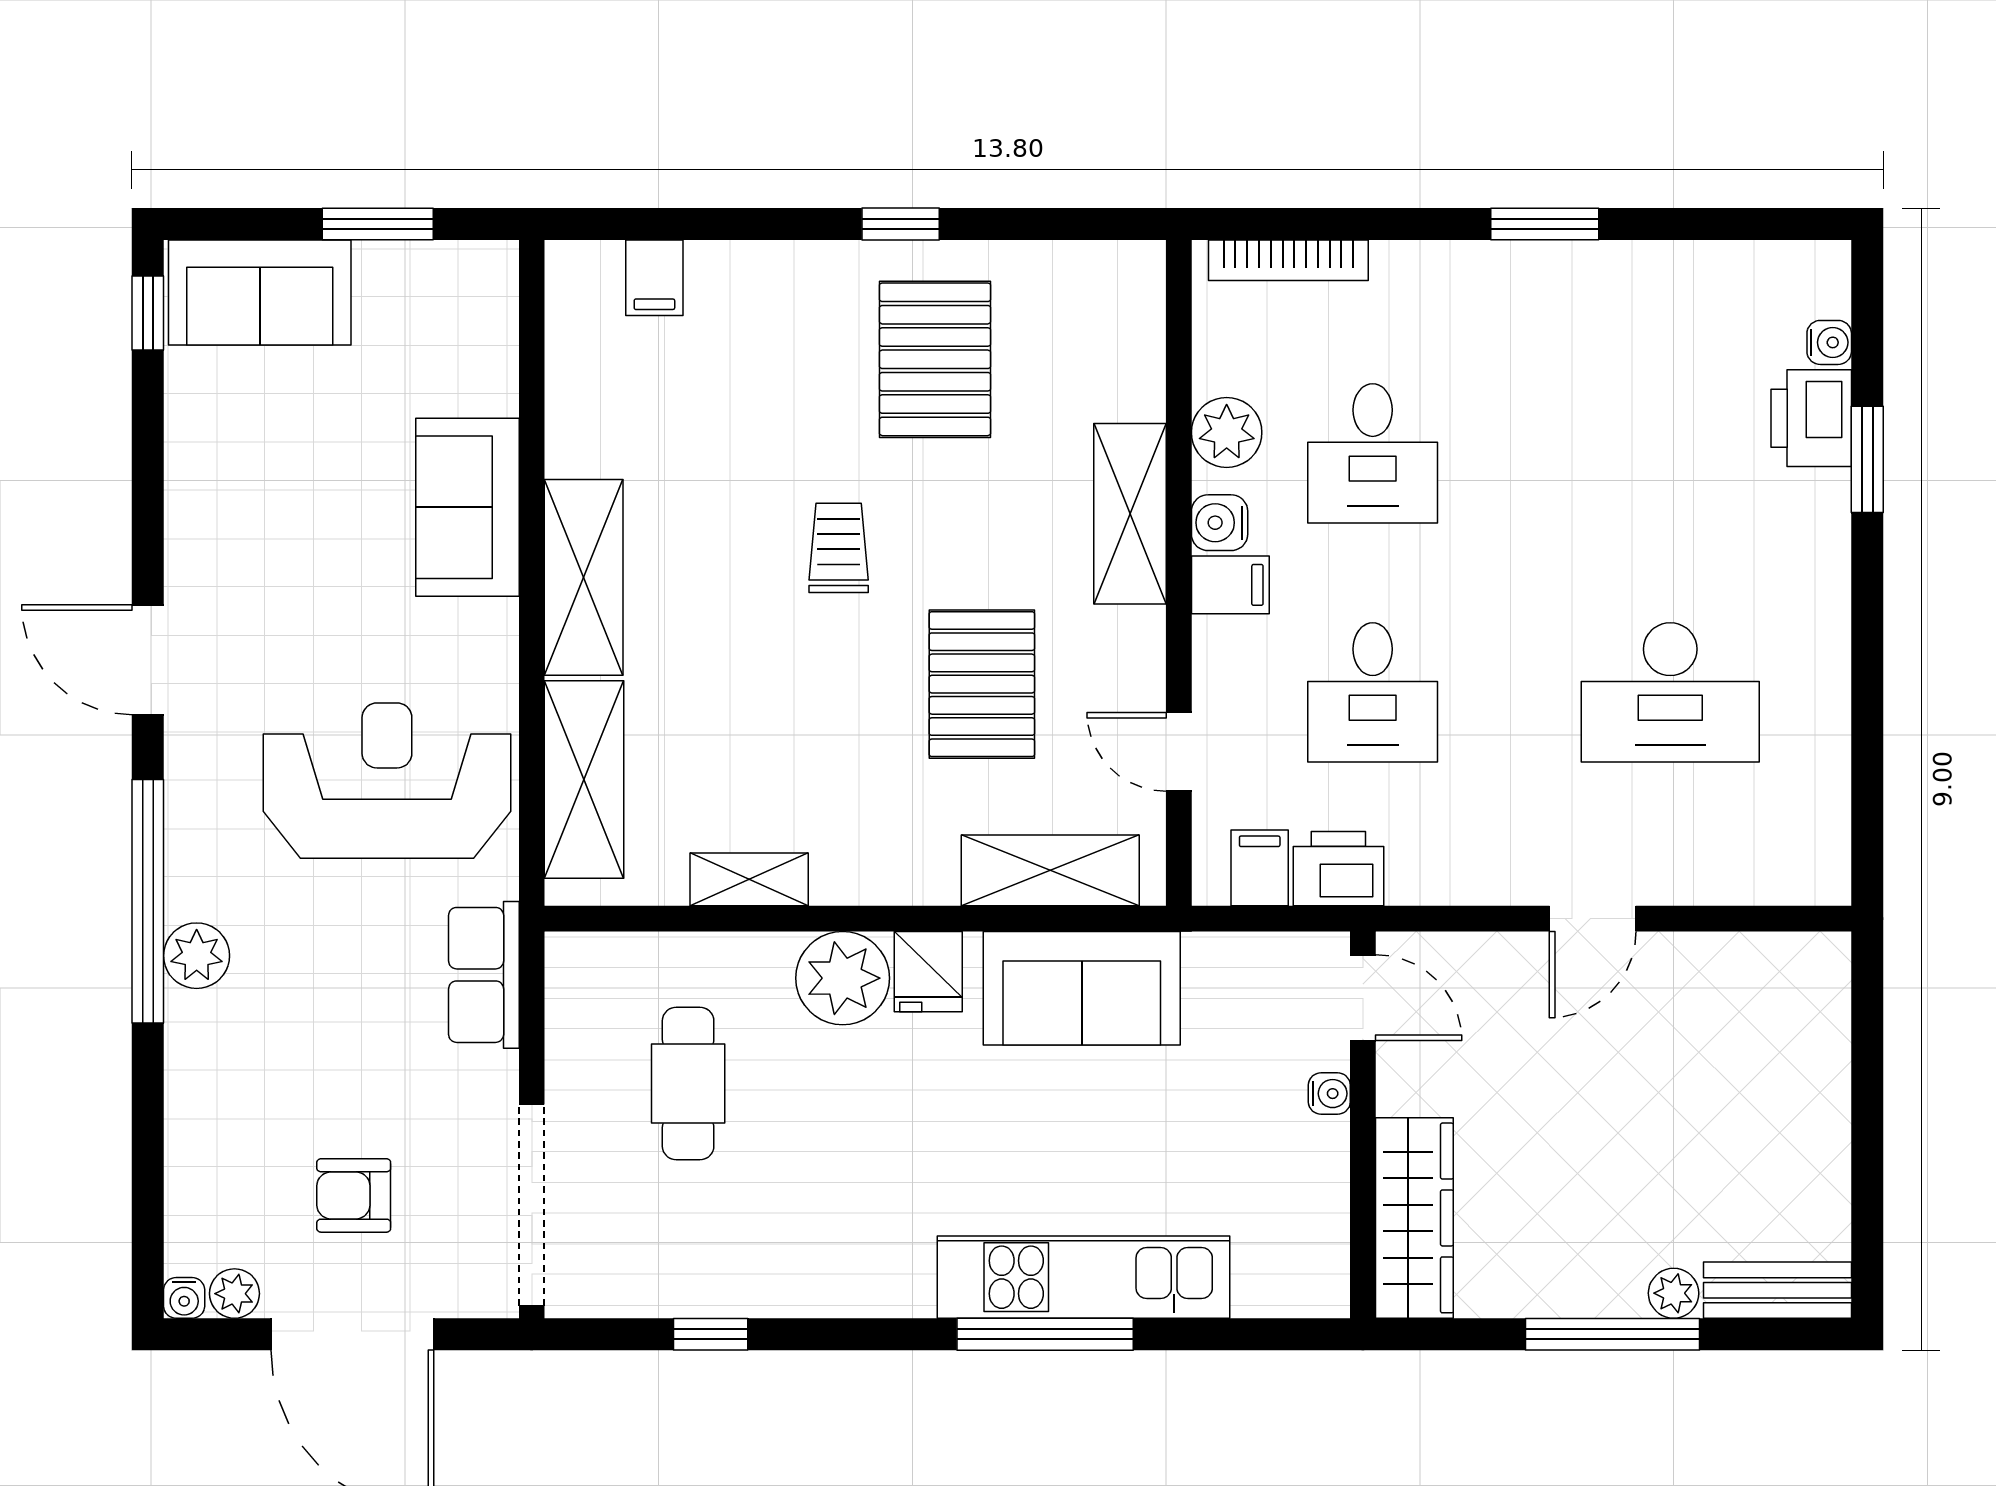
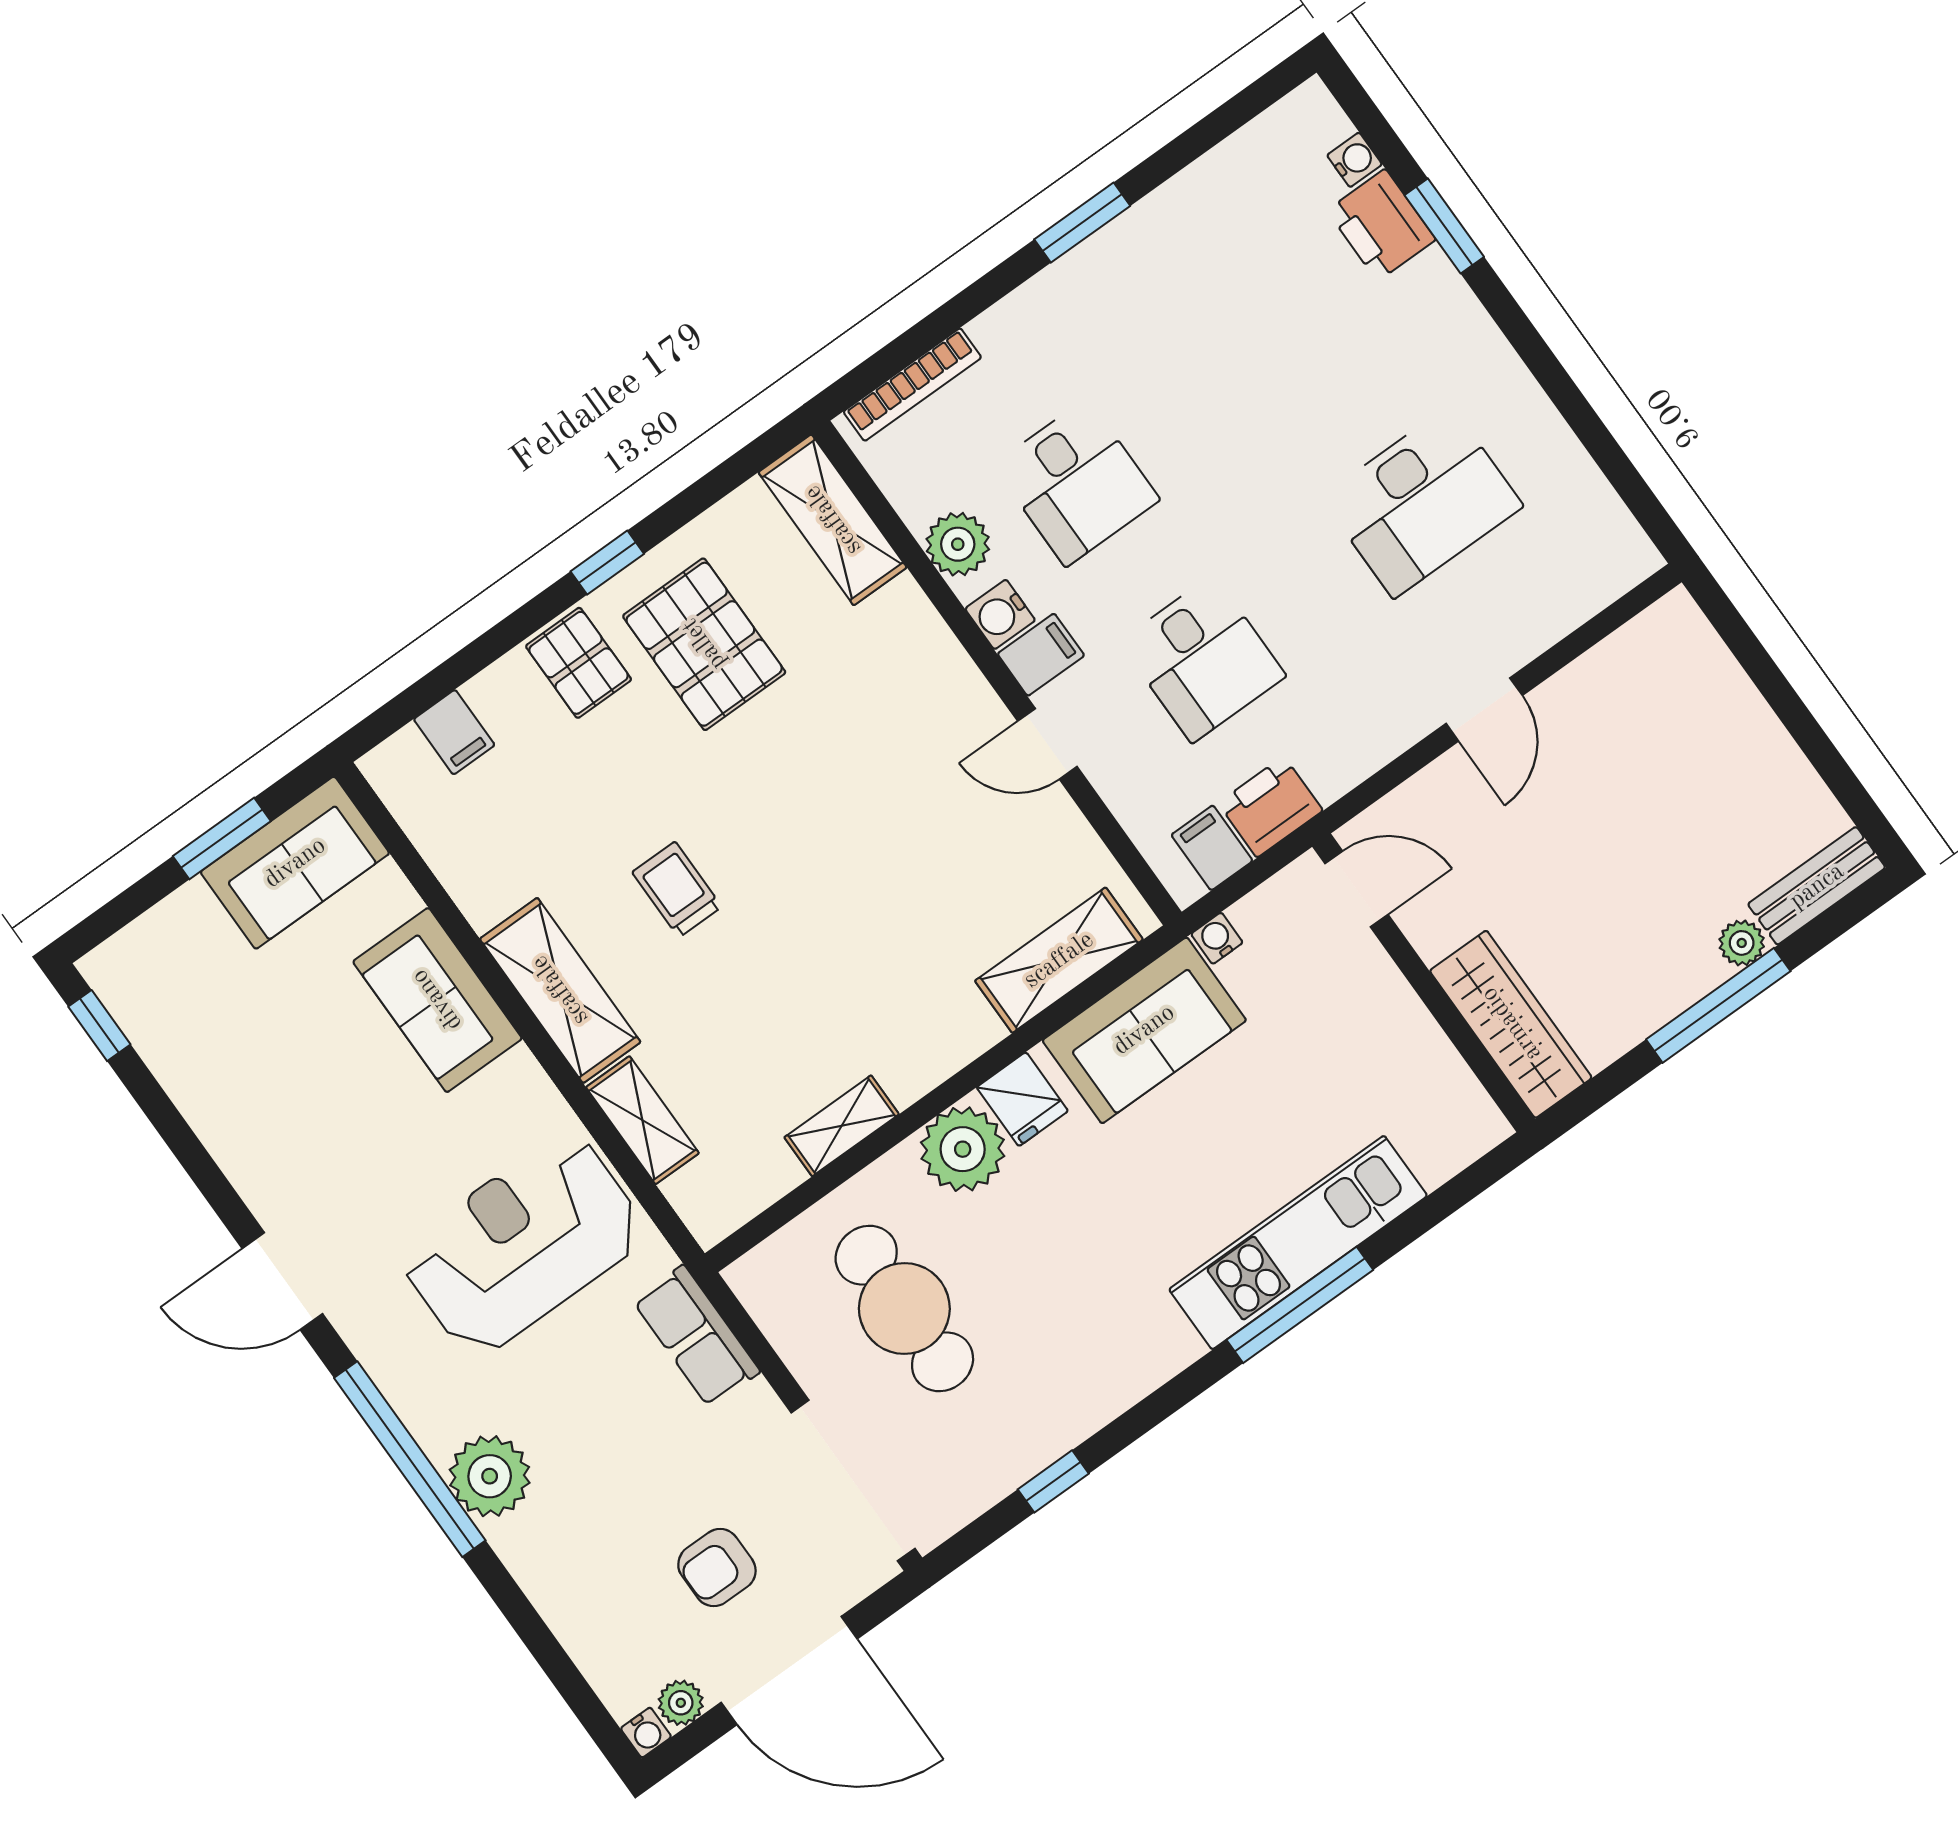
sofa: (260, 292) -> (295, 863), moved
shelving: (1130, 514) -> (833, 520), moved
trolley: (839, 548) -> (677, 890), moved
pallet: (982, 684) -> (579, 663), moved, width x0.67, depth x0.71
door: (1179, 752) -> (1047, 744), moved
shelving: (584, 780) -> (642, 1120), width x0.67, depth x0.75
plant: (197, 956) -> (490, 1476), width x1.36, depth x1.36
cafe table: (688, 1084) -> (904, 1309), width x1.37, depth x1.35
water cooler: (1329, 1094) -> (1217, 938), moved, turned -90

